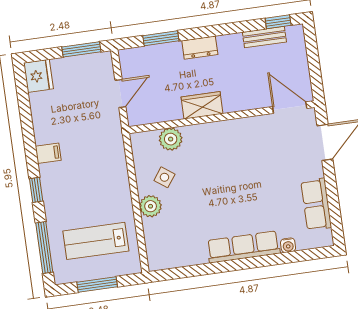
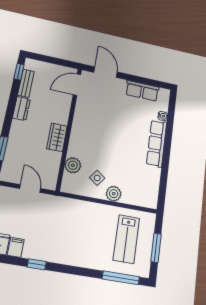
dresser: (200, 48) -> (21, 109), moved
filing cabinet: (48, 153) -> (16, 247), moved
window: (36, 190) -> (37, 264), moved

